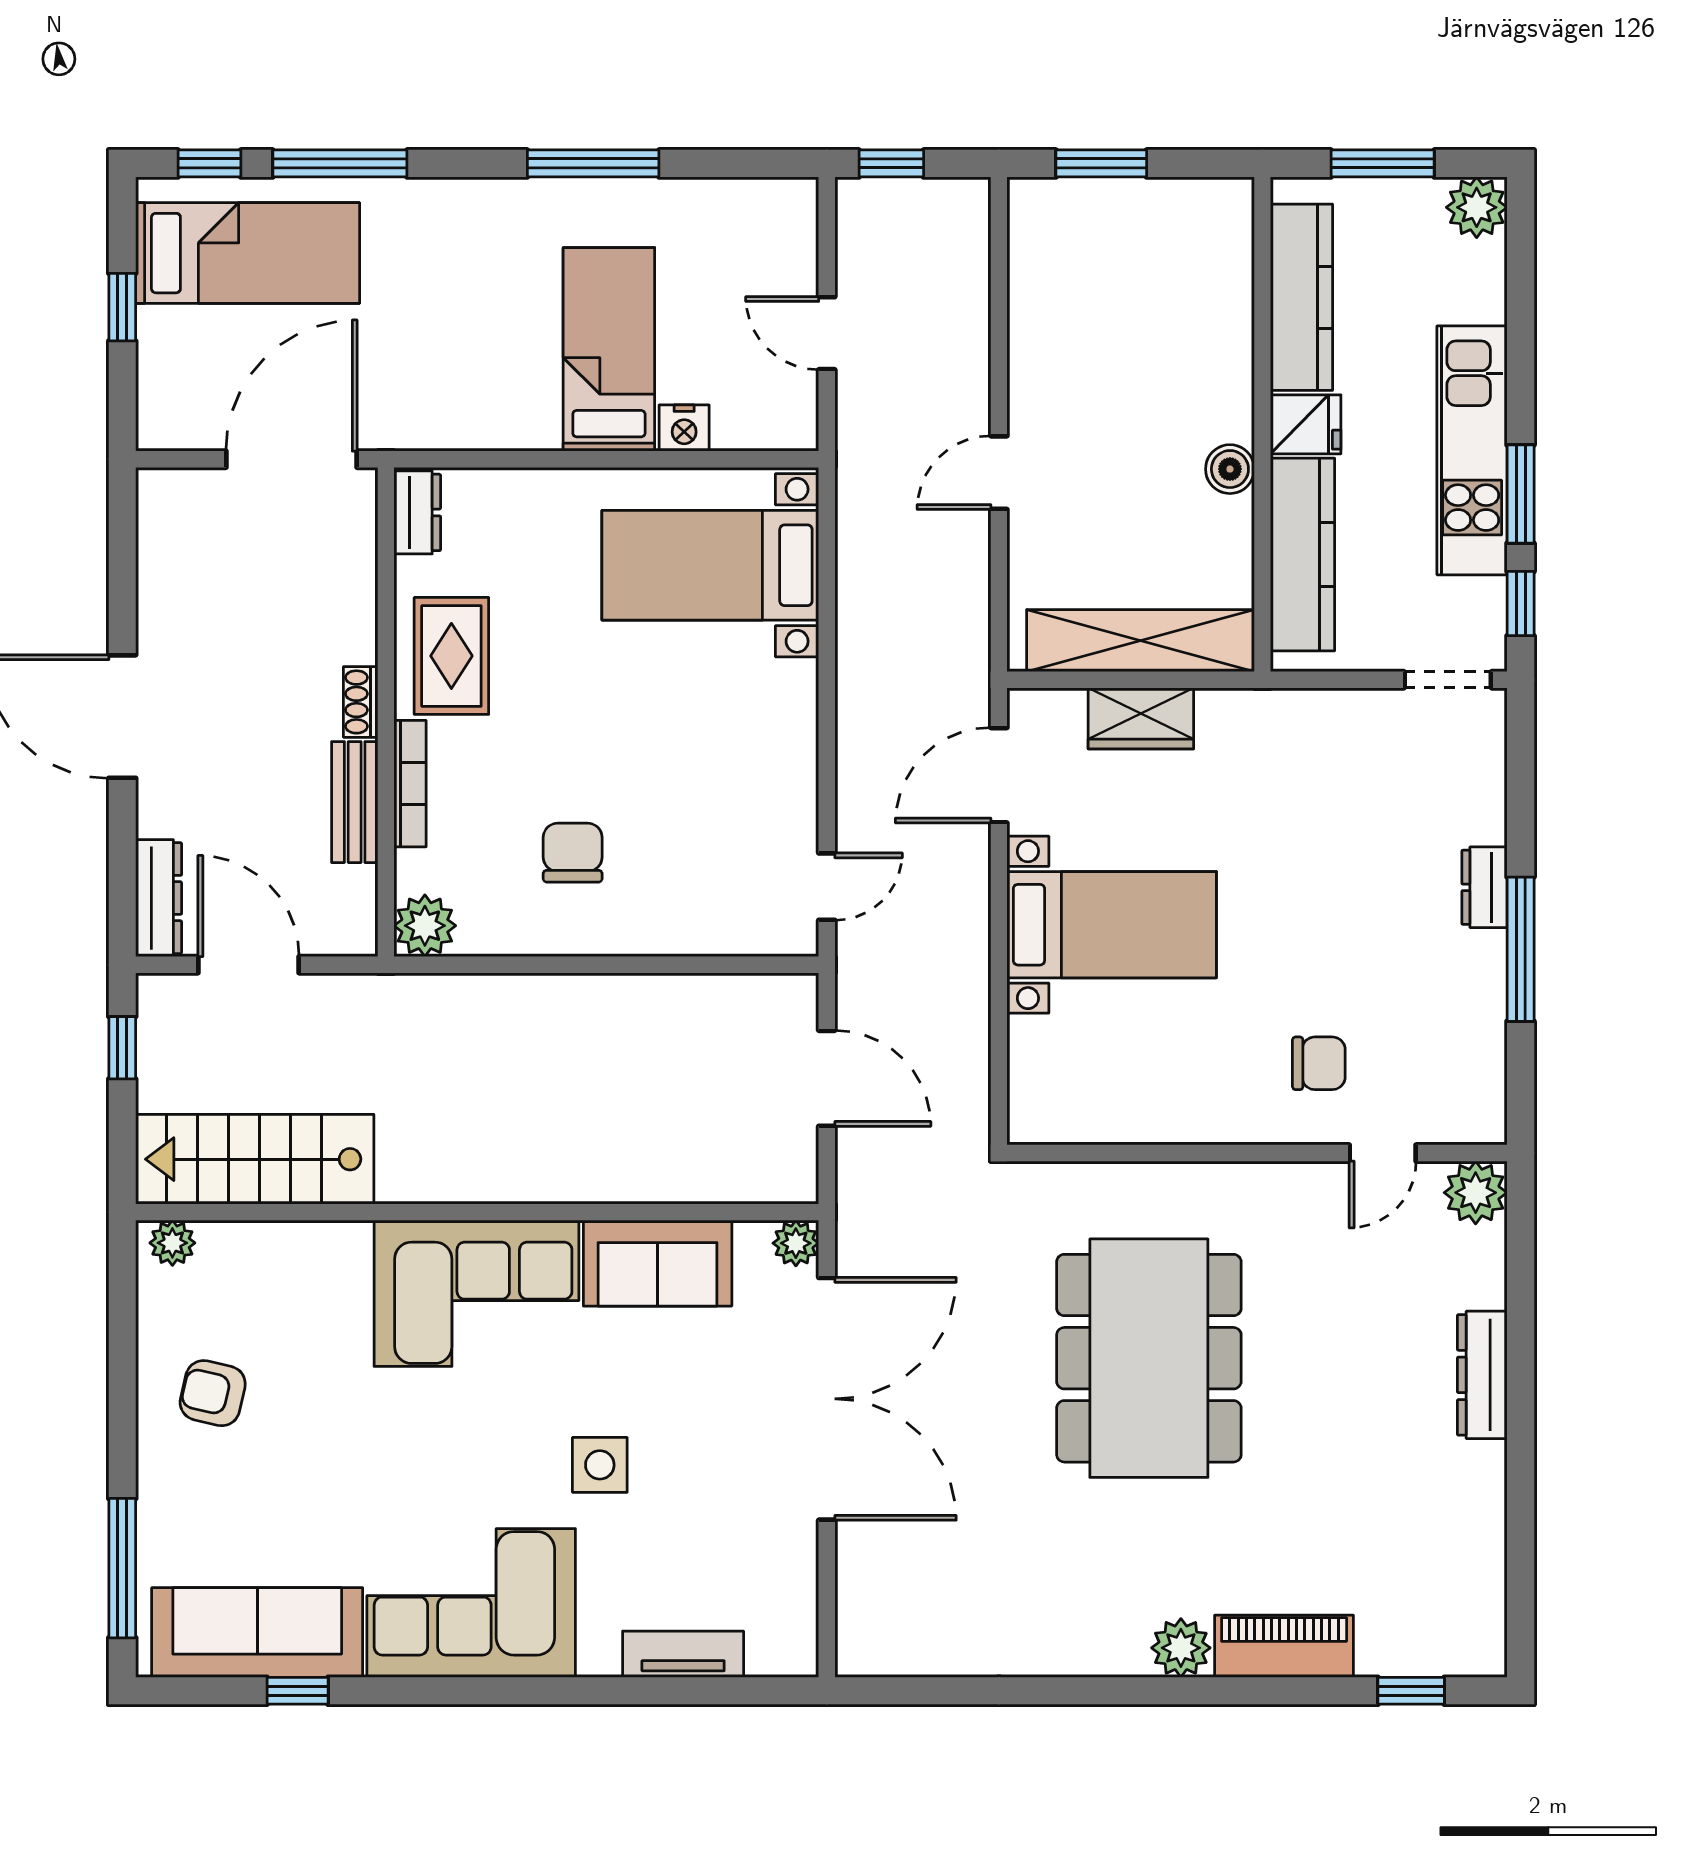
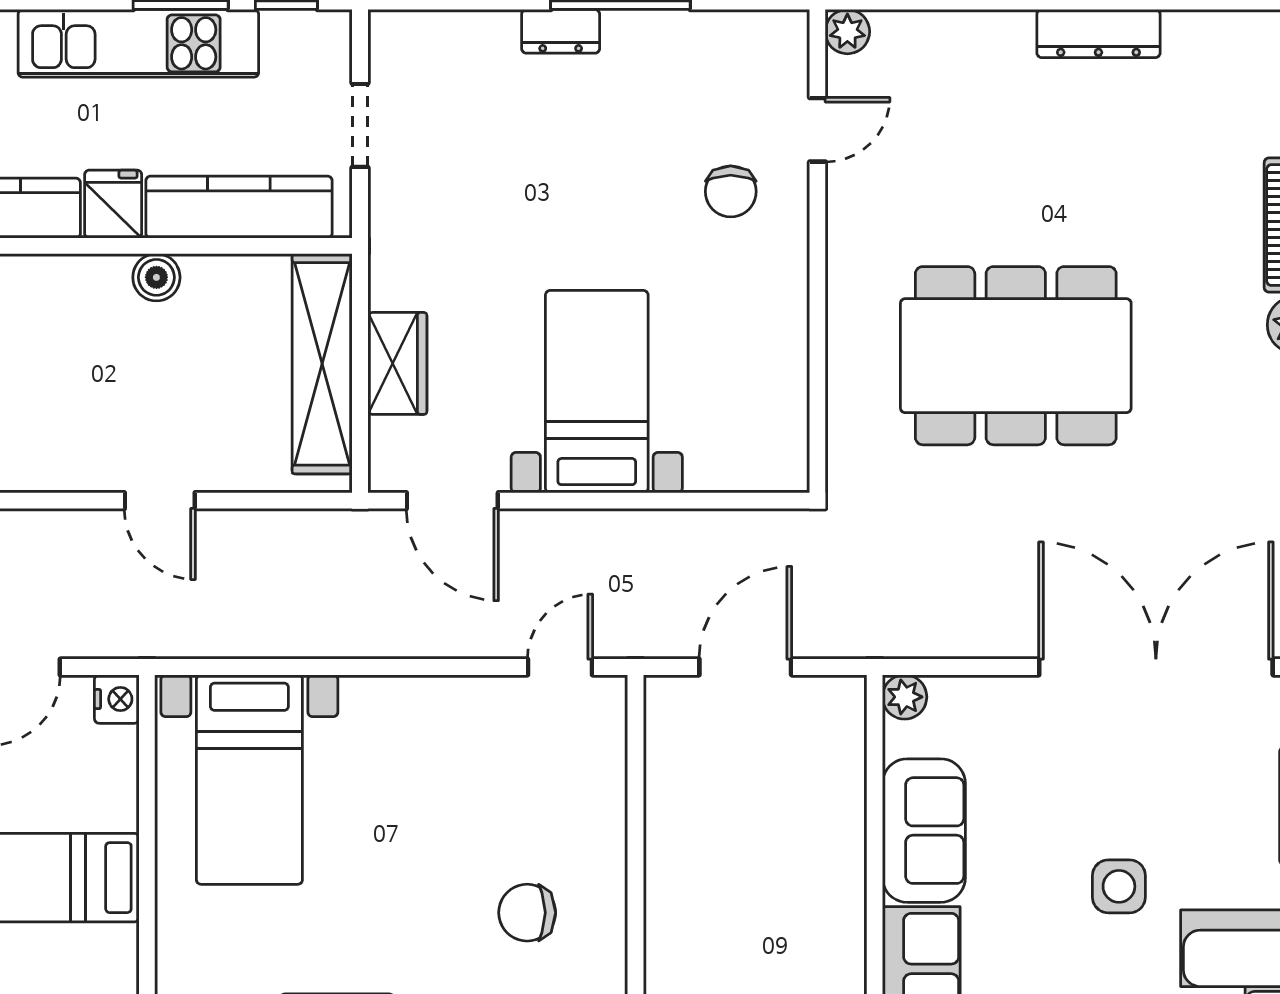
nightstand: (684, 428) -> (117, 699), moved
doorway: (1448, 680) -> (360, 125), moved
door: (827, 887) -> (560, 667), hinge flipped
chair: (1319, 1063) -> (731, 191), turned 180
door: (1383, 1153) -> (817, 130), hinge flipped
plant: (1476, 1193) -> (847, 32), width x0.73, depth x0.73
dresser: (1482, 1375) -> (1098, 34), moved
double door: (827, 1399) -> (1156, 667), moved

